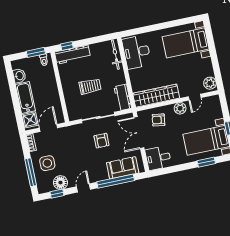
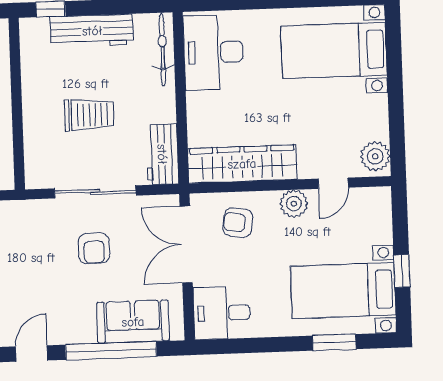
workbench: (72, 55) -> (92, 31), moved

